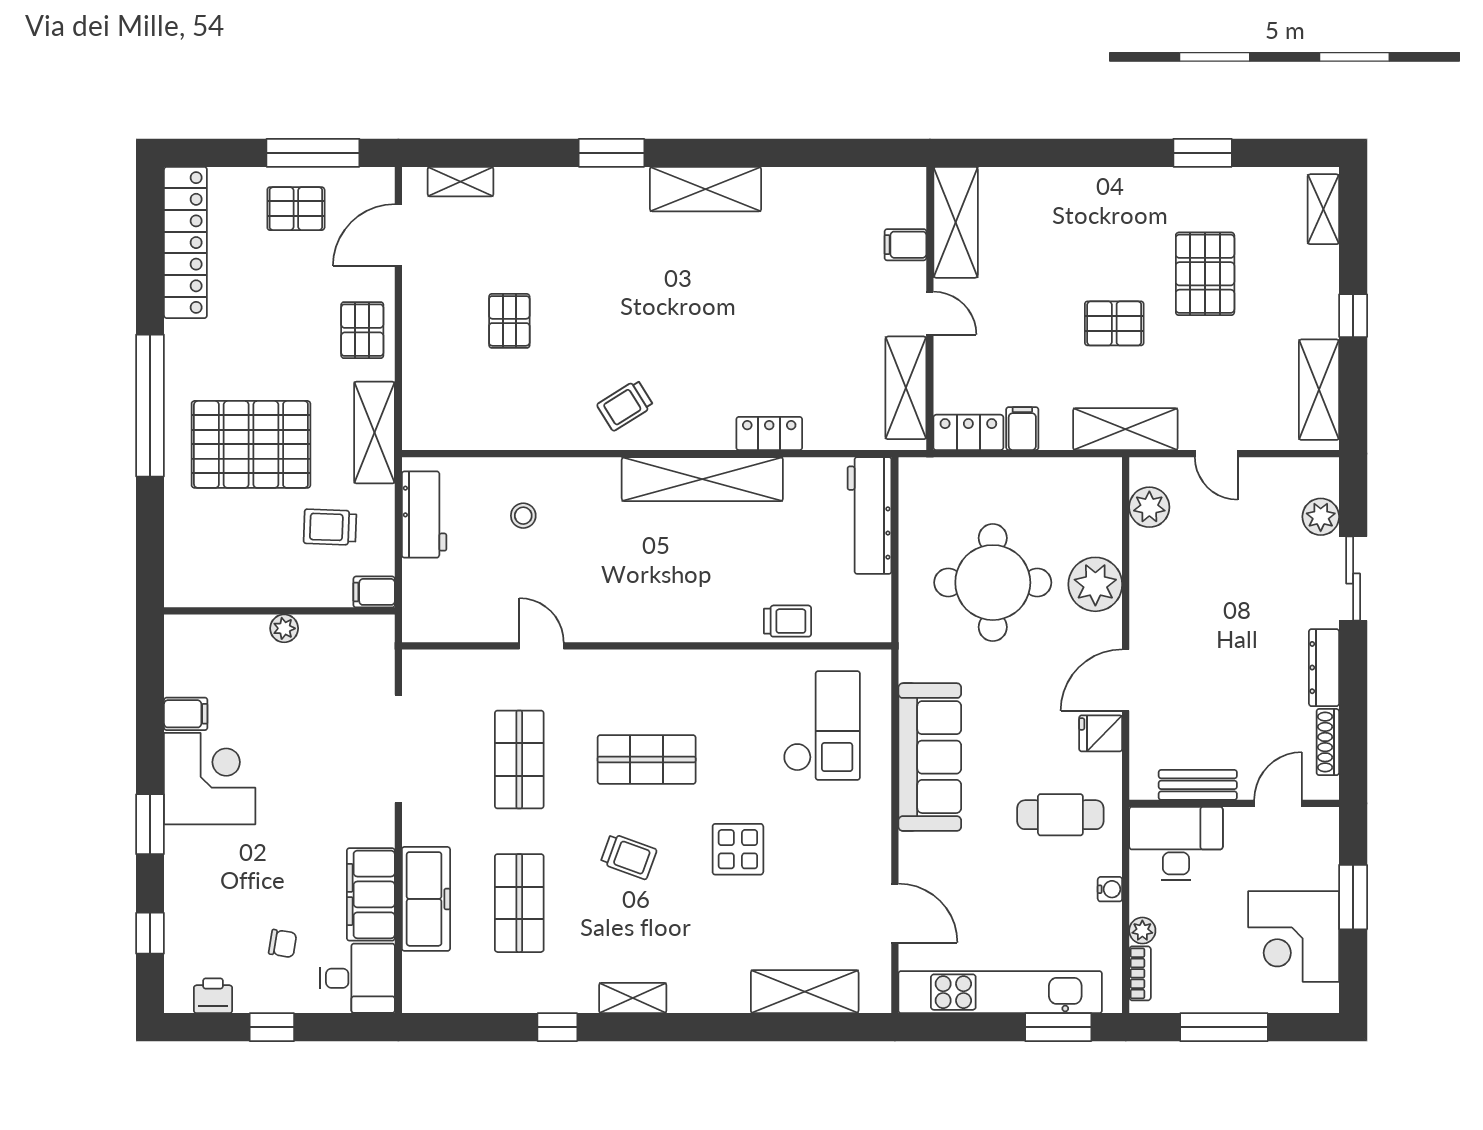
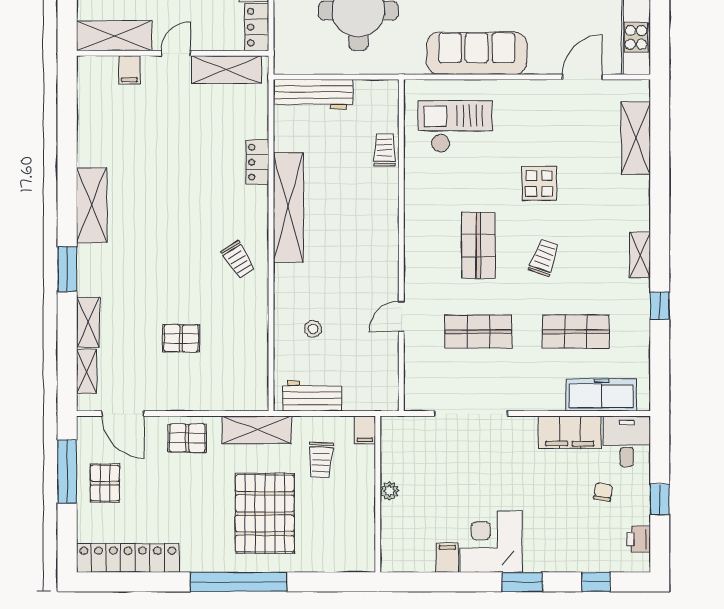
shelving: (533, 184) -> (88, 322), added
freezer: (426, 899) -> (601, 395), moved

